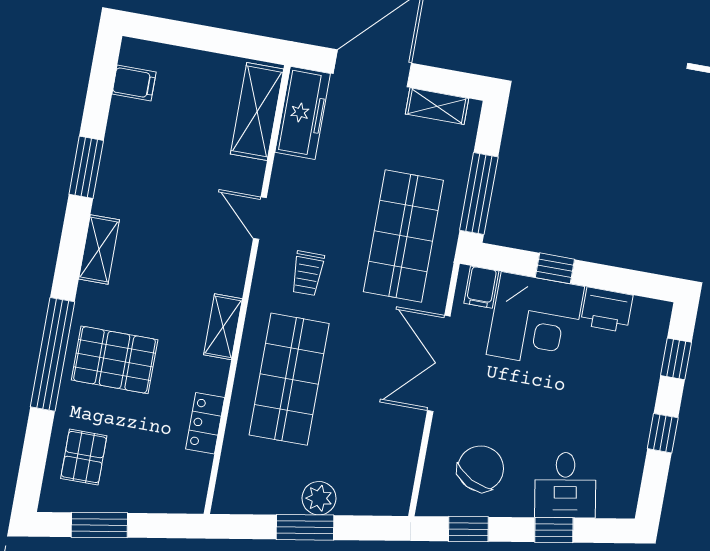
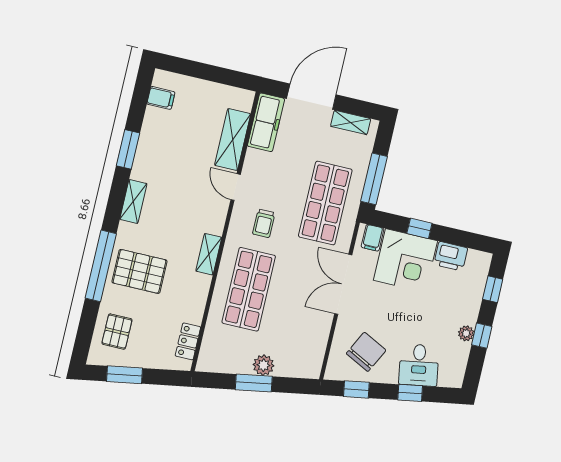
shelving: (257, 111) -> (233, 140), moved
locker: (205, 423) -> (188, 341), moved
plant: (638, 431) -> (466, 333), added

